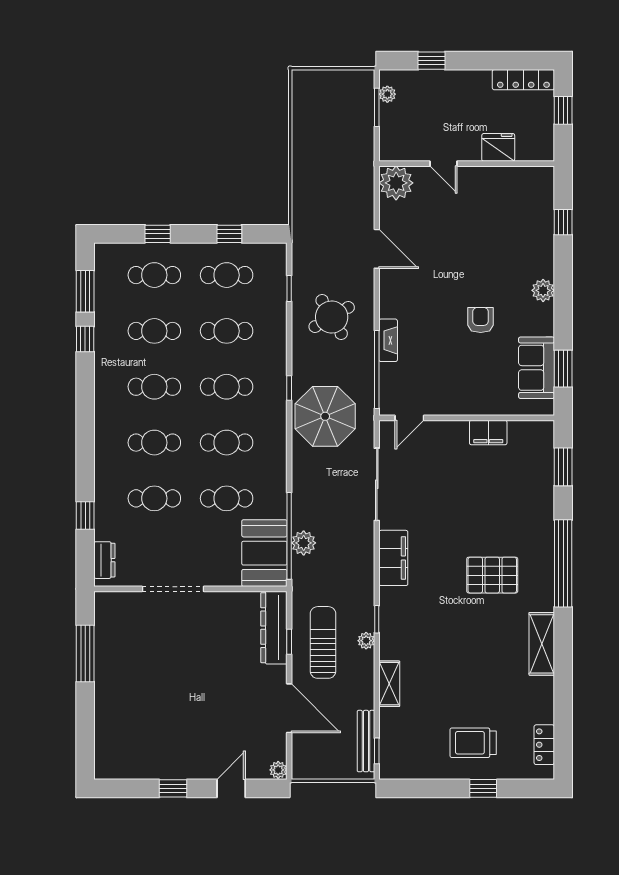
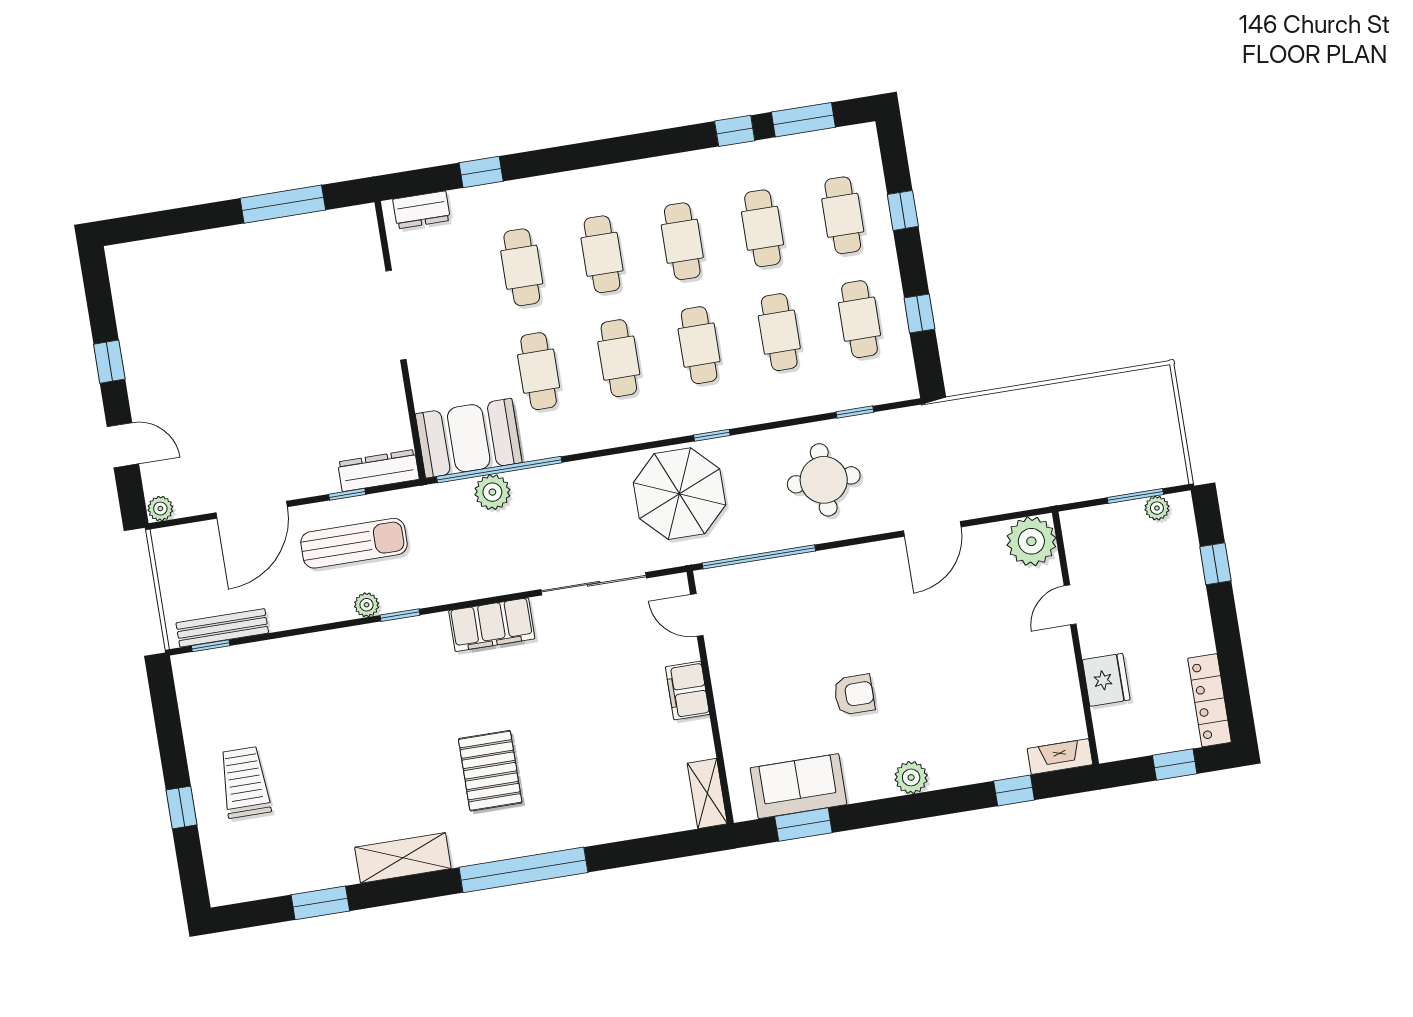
round table: (332, 317) -> (824, 480), turned 30
fireplace: (388, 340) -> (1060, 757), moved, turned 180
filing cabinet: (488, 433) -> (687, 691), moved
window: (563, 467) -> (320, 903), moved
dresser: (274, 628) -> (378, 471), width x0.73, depth x0.80
shelving: (389, 684) -> (707, 793), moved, turned 90
locker: (544, 745) -> (259, 885), removed

